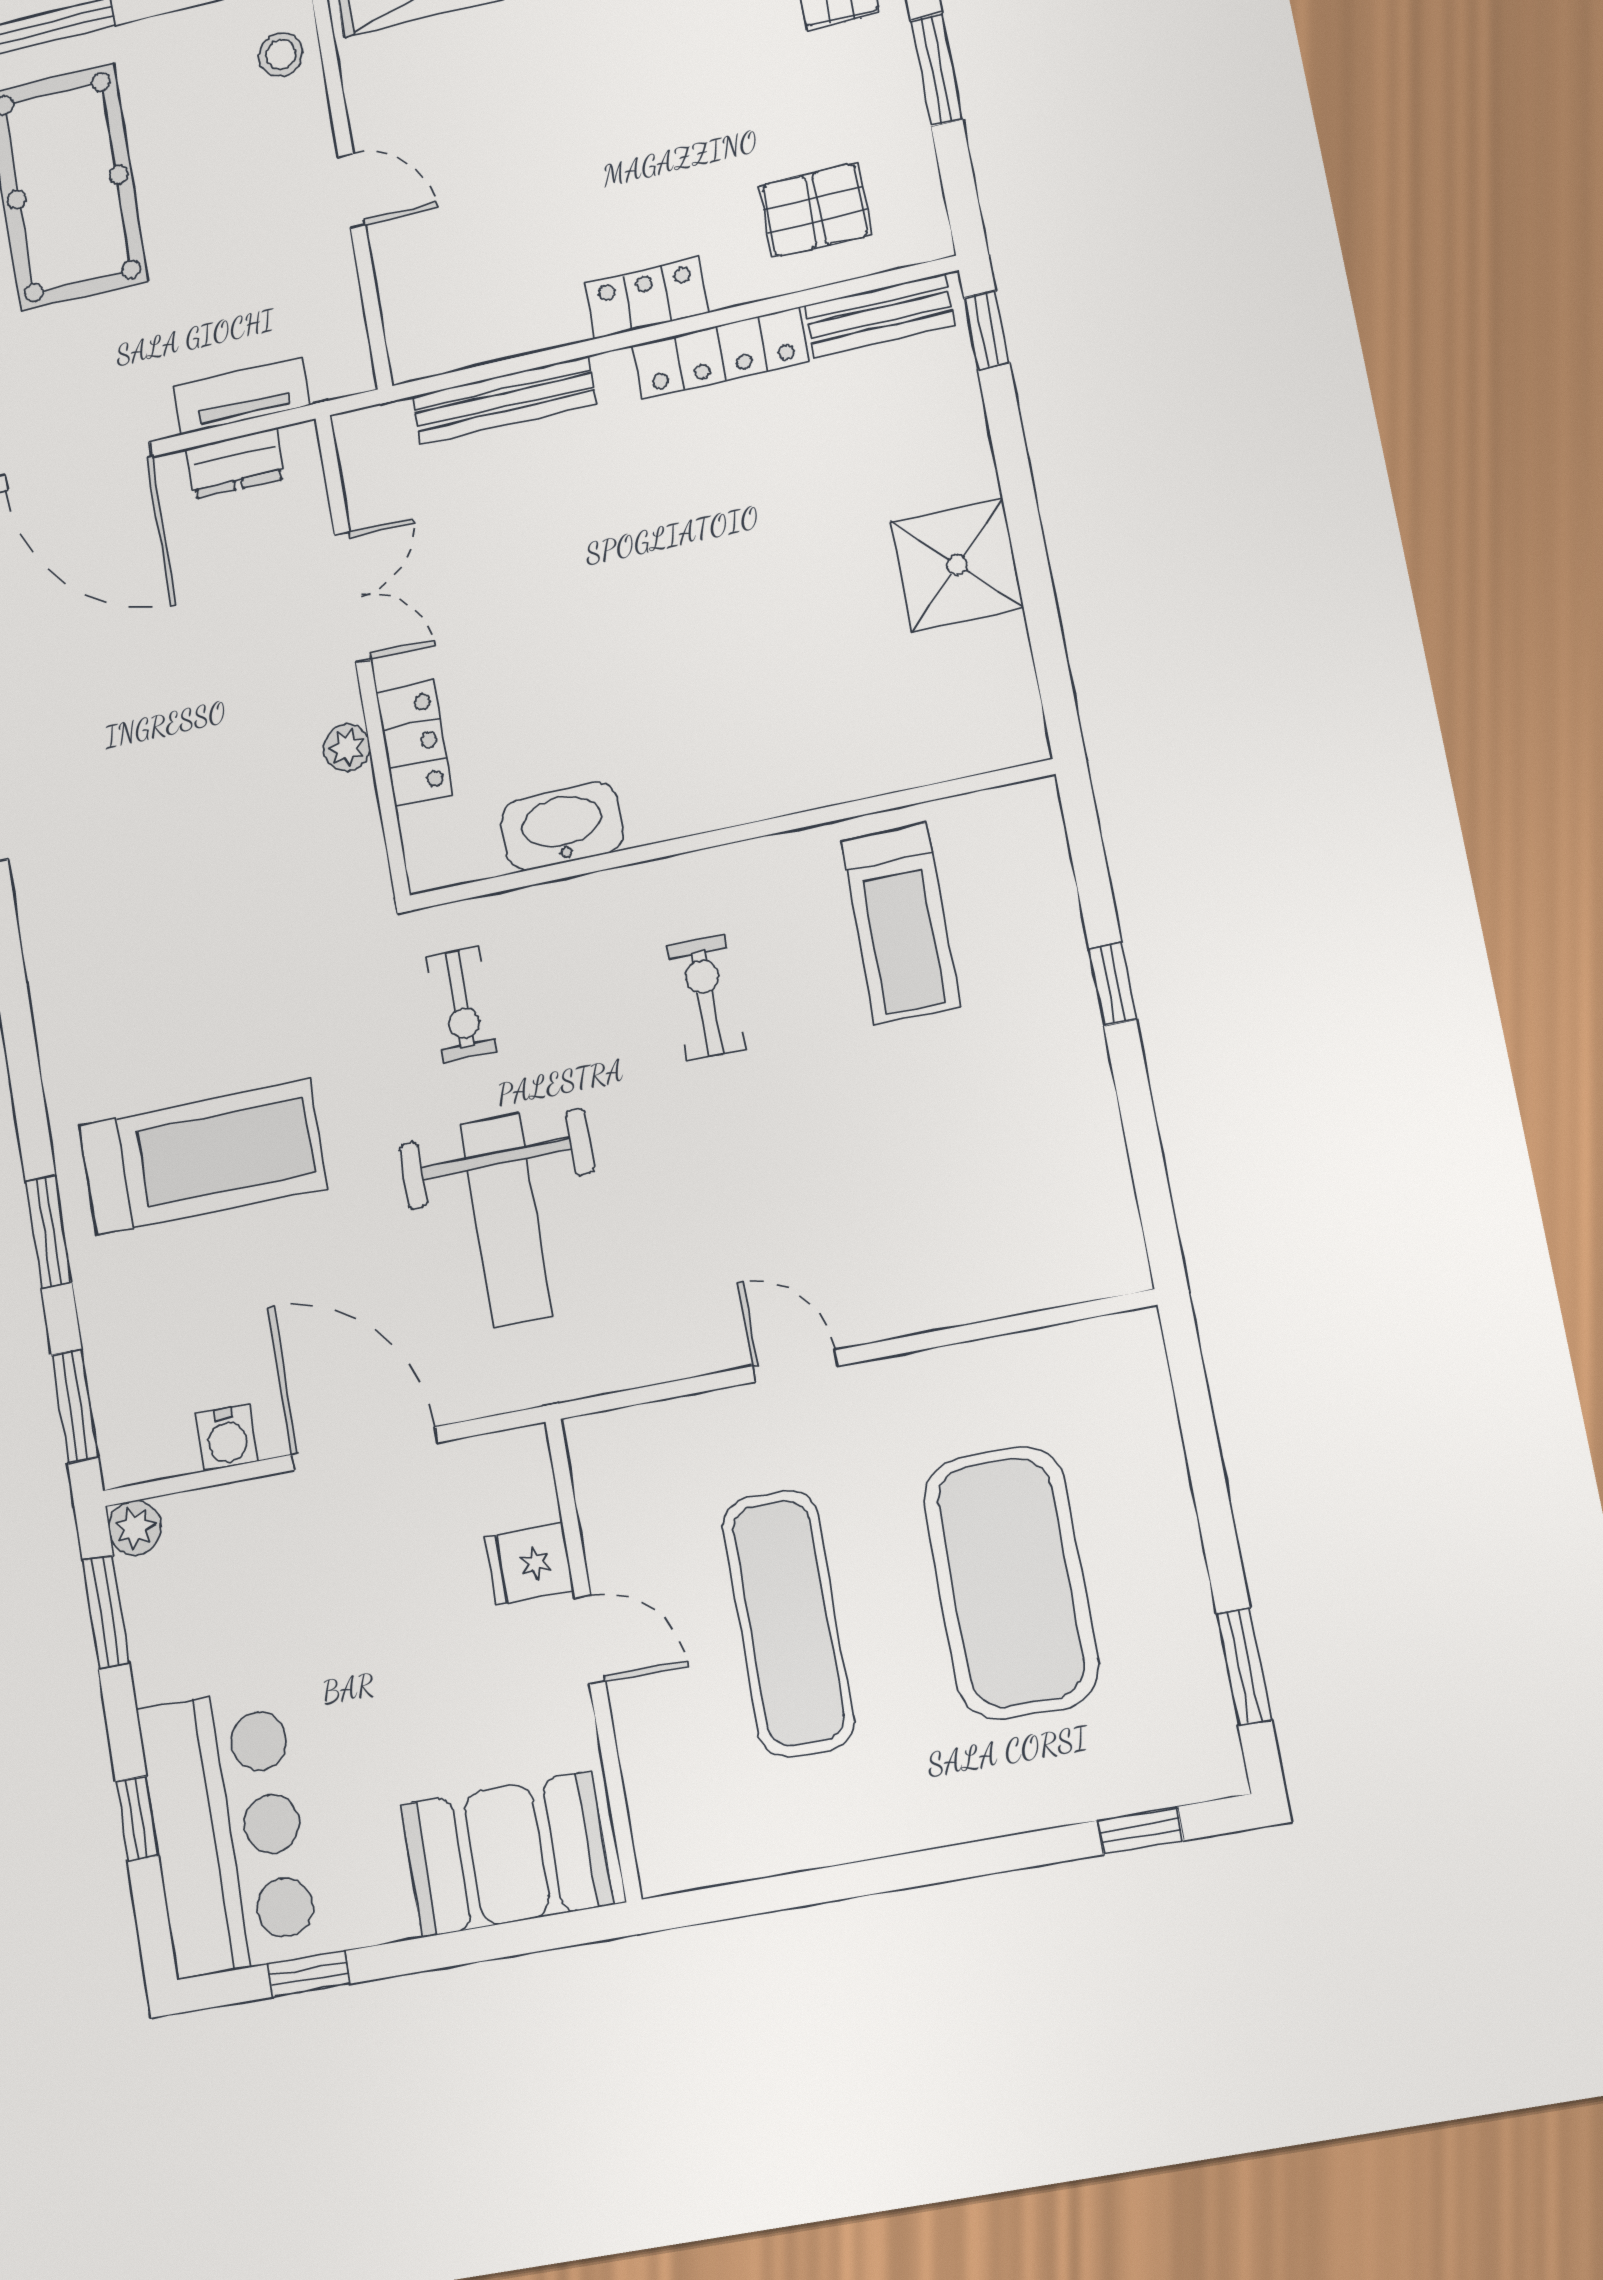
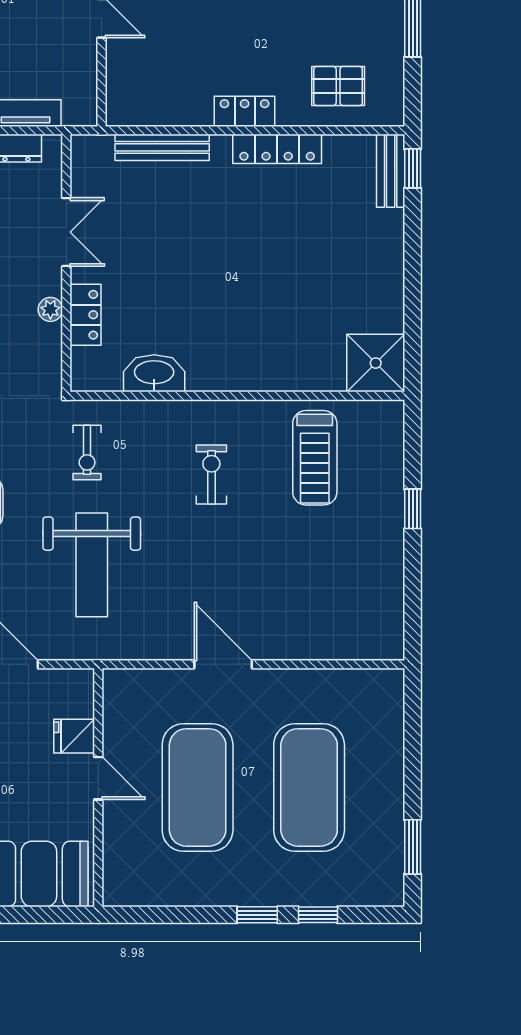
bench: (879, 315) -> (391, 171), moved, turned 90
shower: (957, 565) -> (376, 363), moved
door: (795, 1366) -> (223, 664), width x1.38
exercise mat: (788, 1623) -> (198, 787), width x1.47
window: (1141, 1831) -> (318, 915), moved
window: (954, 1863) -> (257, 915), added

